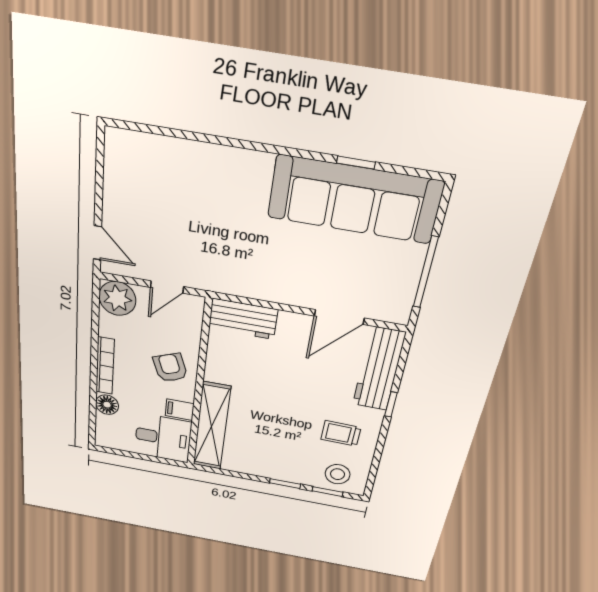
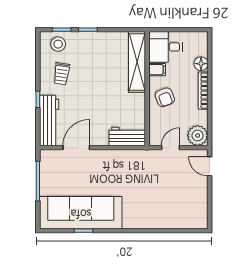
trolley: (341, 433) -> (62, 74), turned 97

